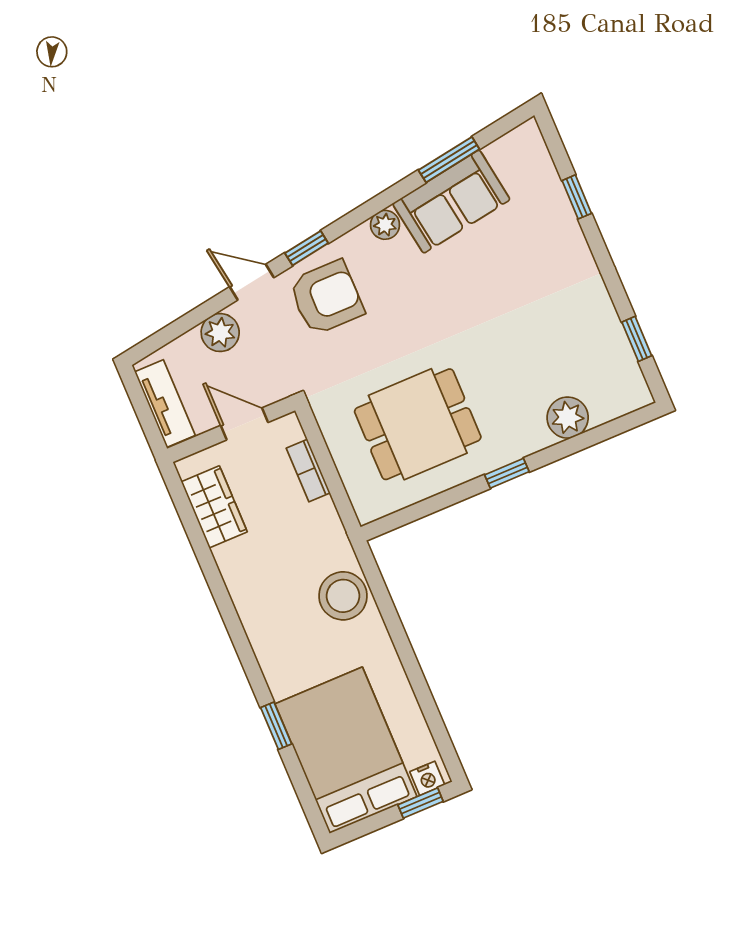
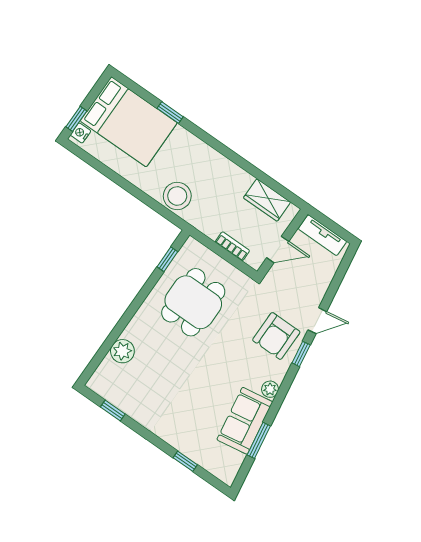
plant: (220, 333) -> (317, 287), removed
window: (507, 473) -> (167, 259), moved

